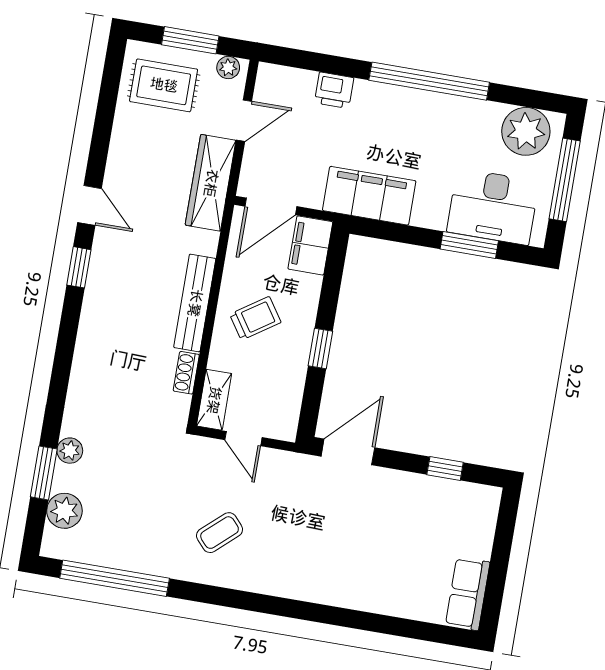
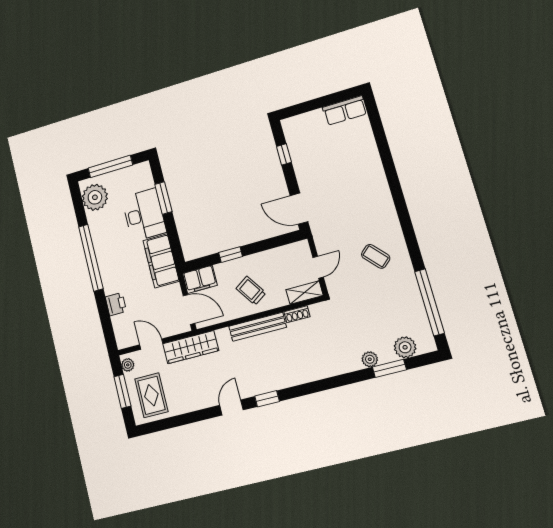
desk: (493, 207) -> (144, 215), moved
window: (320, 349) -> (231, 255), moved

